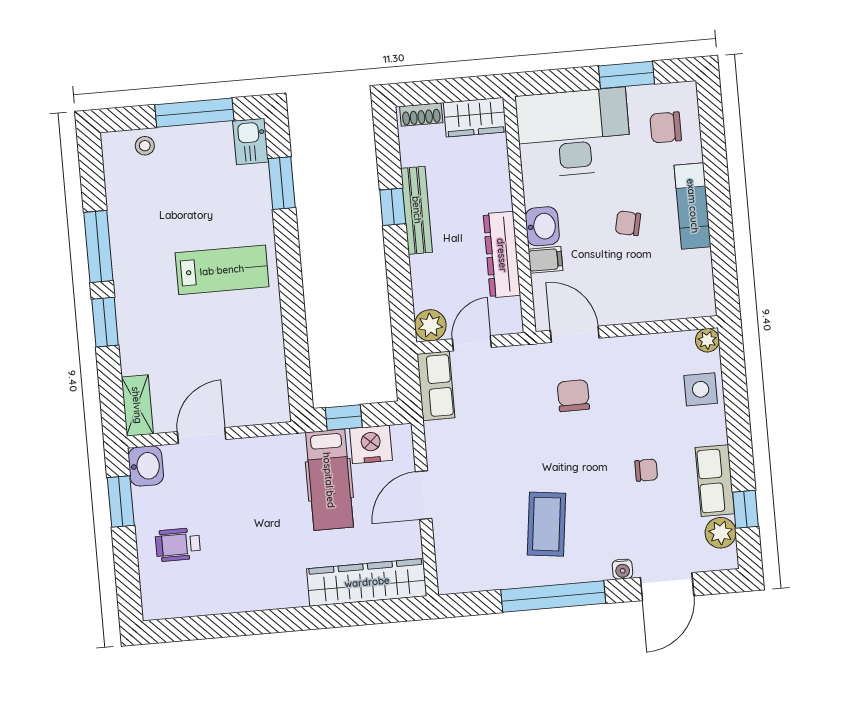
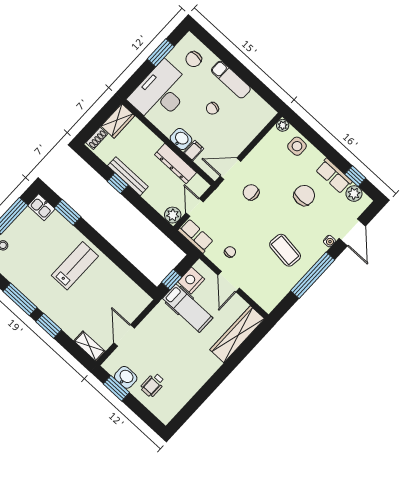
chair: (465, 454) -> (230, 252), added
washbasin: (146, 466) -> (126, 377), moved
chair: (646, 470) -> (304, 195), width x1.87, depth x1.87

